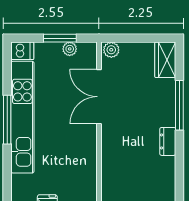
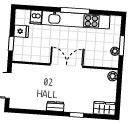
dishwasher: (22, 51) -> (36, 17), moved
double door: (99, 97) -> (66, 66), moved
window: (179, 105) -> (77, 115), width x0.46

